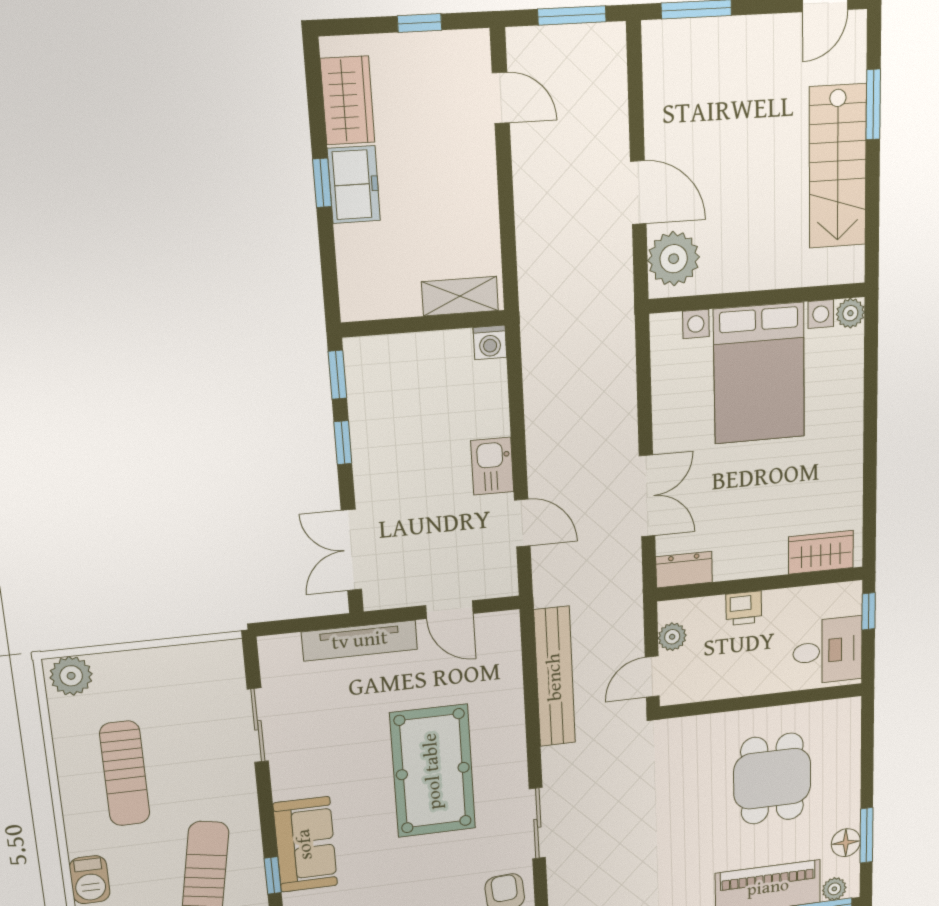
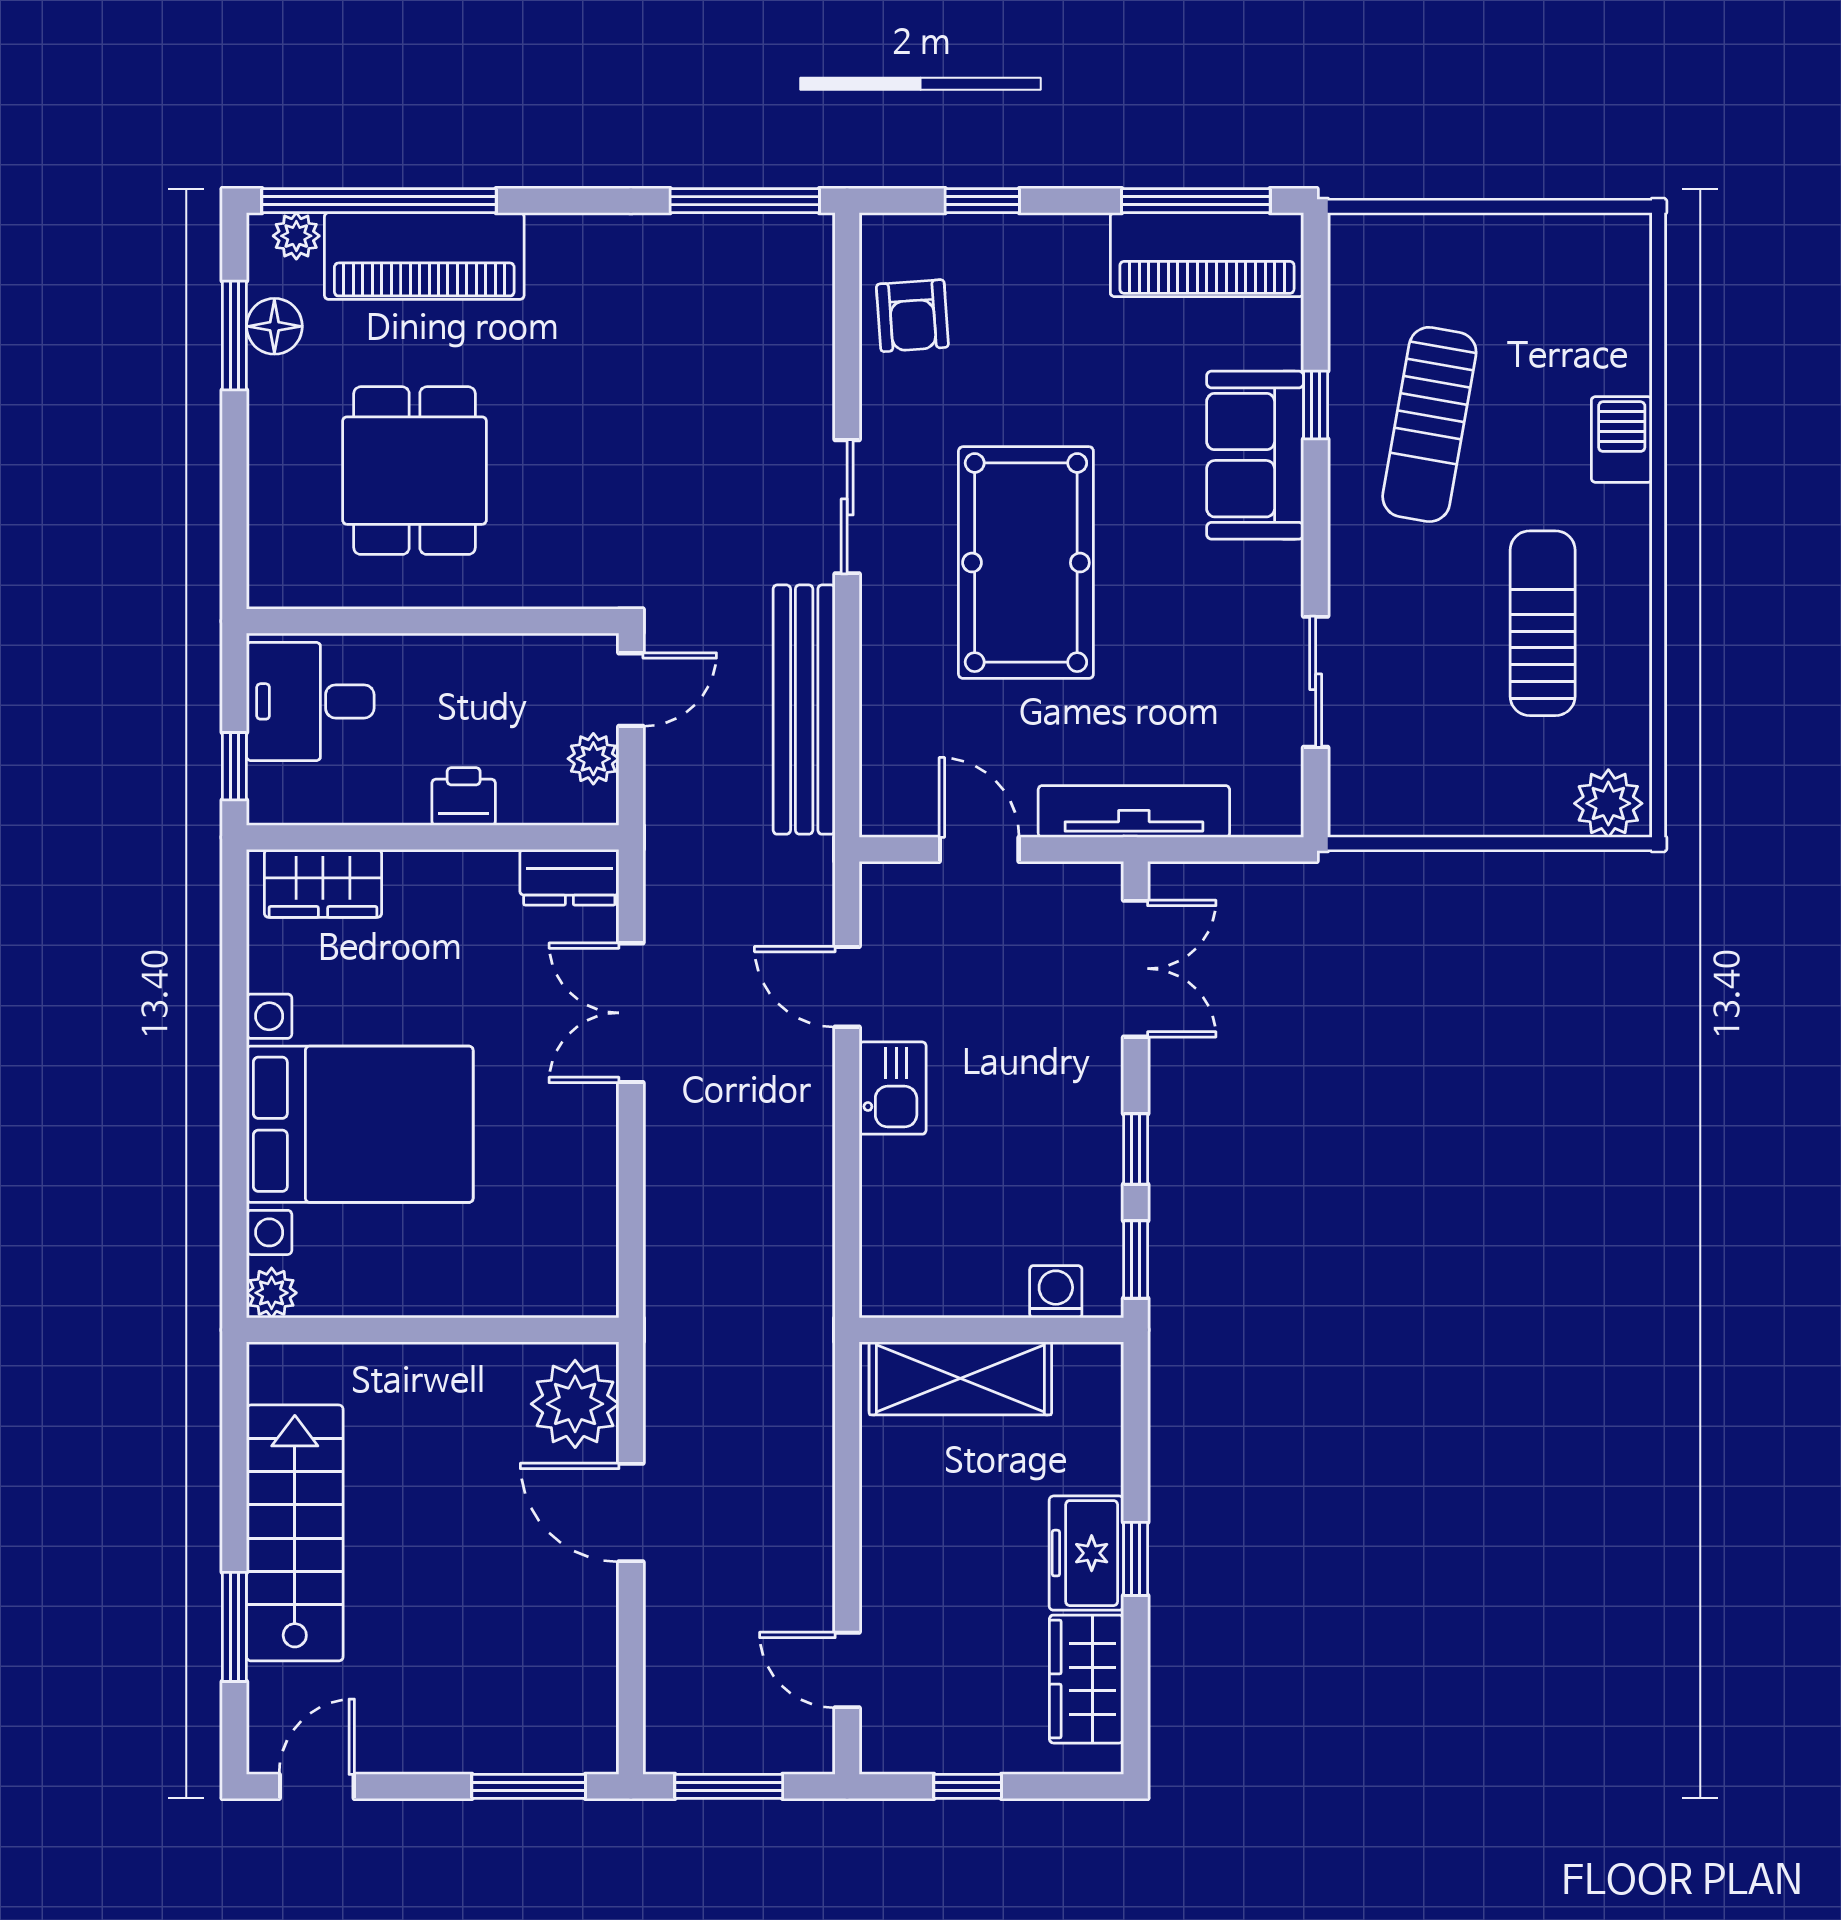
shelving: (460, 296) -> (960, 1378), width x1.50, depth x1.33
washing machine: (490, 342) -> (1056, 1292), moved
bed with nightstands: (759, 373) -> (360, 1124), moved, turned 90
sliding door: (537, 823) -> (847, 507), moved

